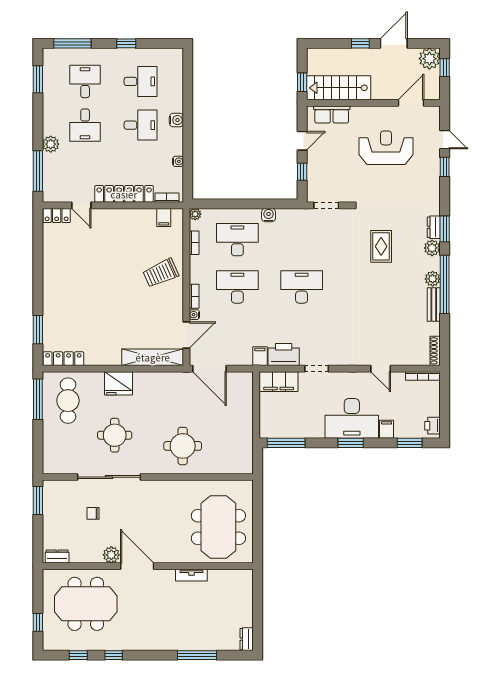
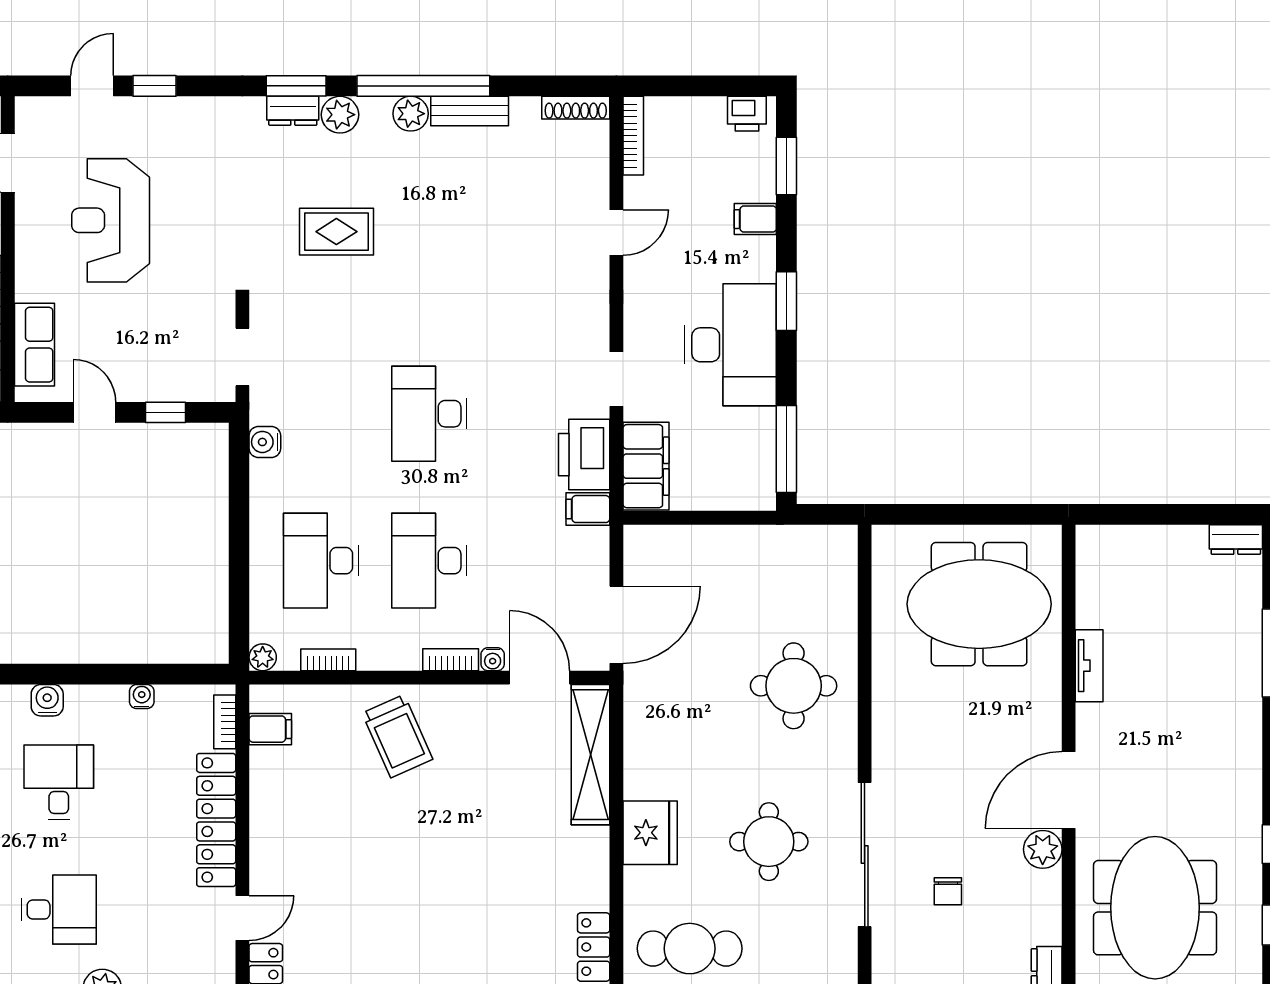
water cooler: (269, 215) -> (265, 442), moved
desk: (352, 418) -> (730, 345), moved

